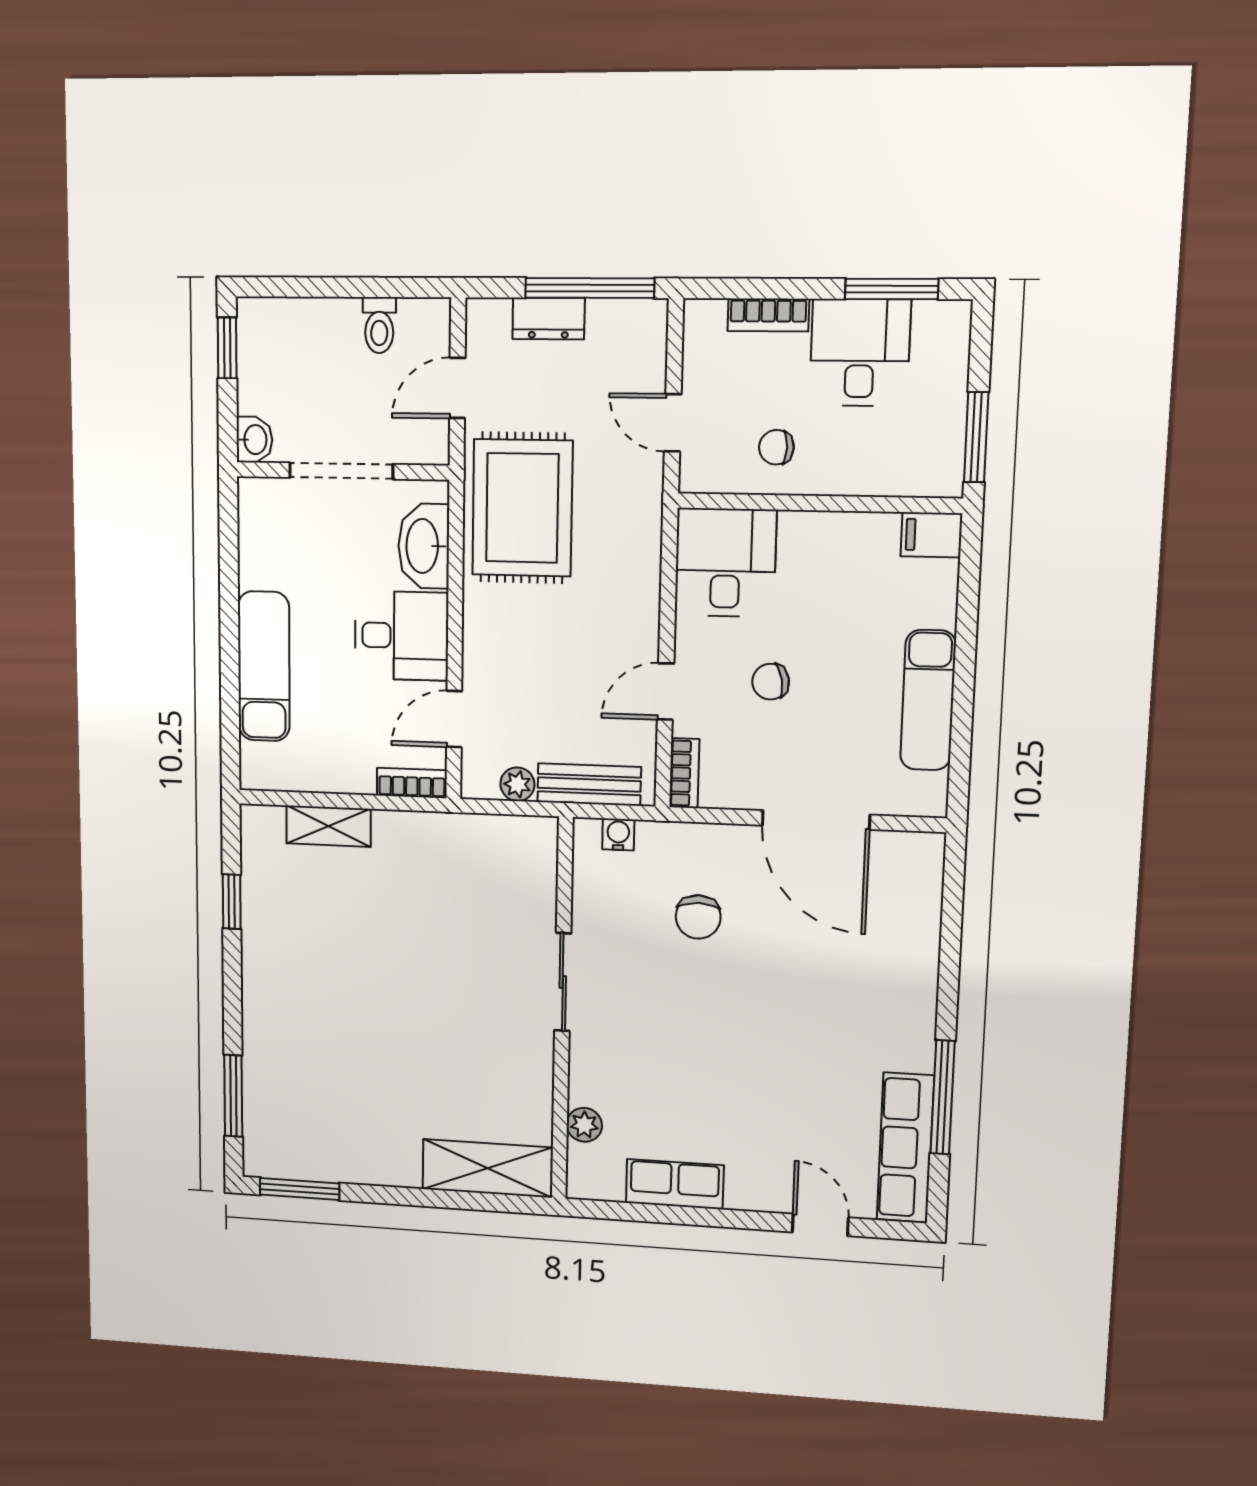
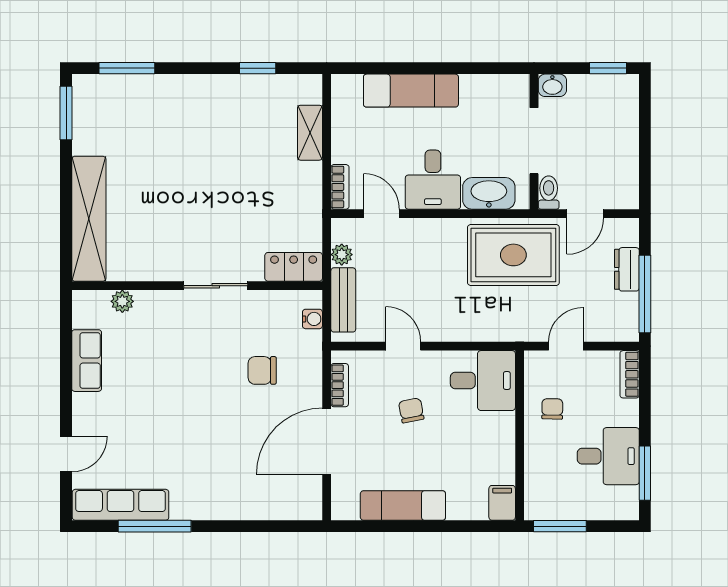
bookcase: (768, 315) -> (630, 374), moved
toilet: (379, 325) -> (549, 193), moved, turned 90
door: (457, 388) -> (585, 214), swing flipped
bookcase: (684, 773) -> (340, 385), moved, turned -90
locker: (536, 860) -> (294, 267), added
shelving: (488, 1168) -> (89, 219), width x1.47

